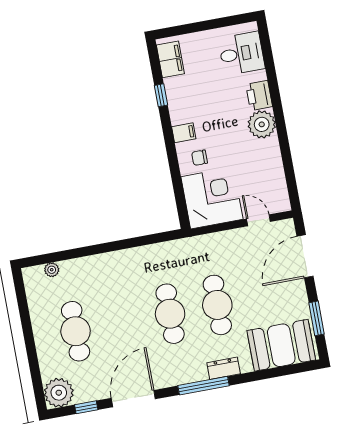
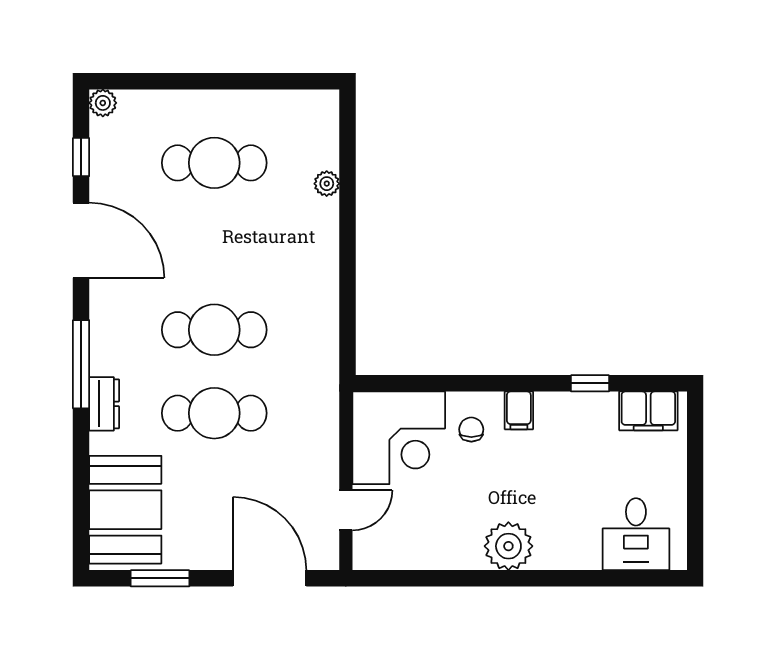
printer: (259, 95) -> (559, 551), removed
plant: (52, 270) -> (327, 184), moved
plant: (59, 393) -> (103, 103), width x0.53, depth x0.53

